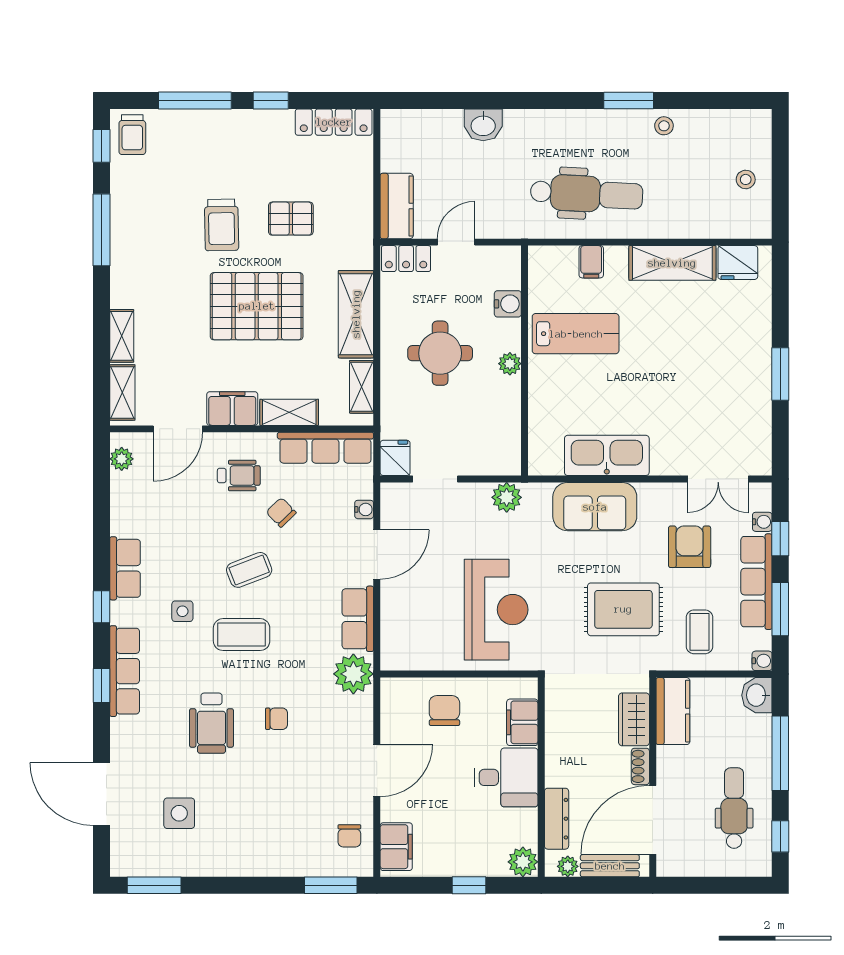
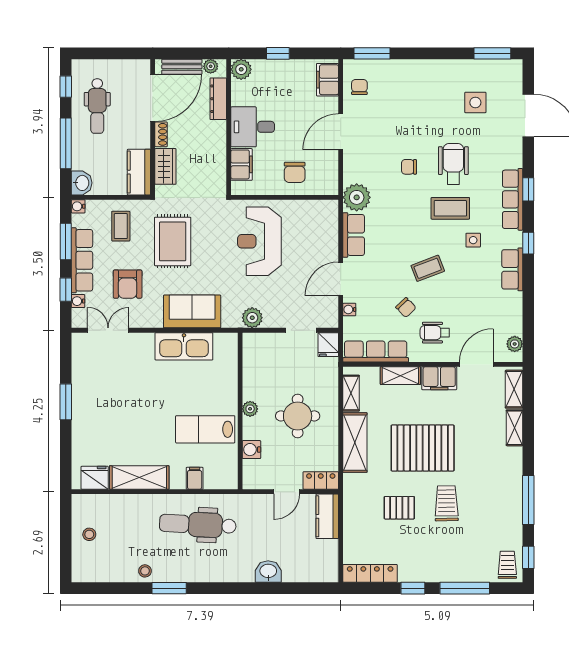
rug: (623, 609) -> (173, 241), turned 90
coffee table: (242, 635) -> (450, 208), moved

